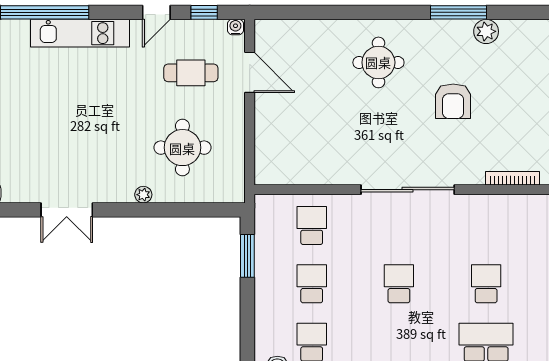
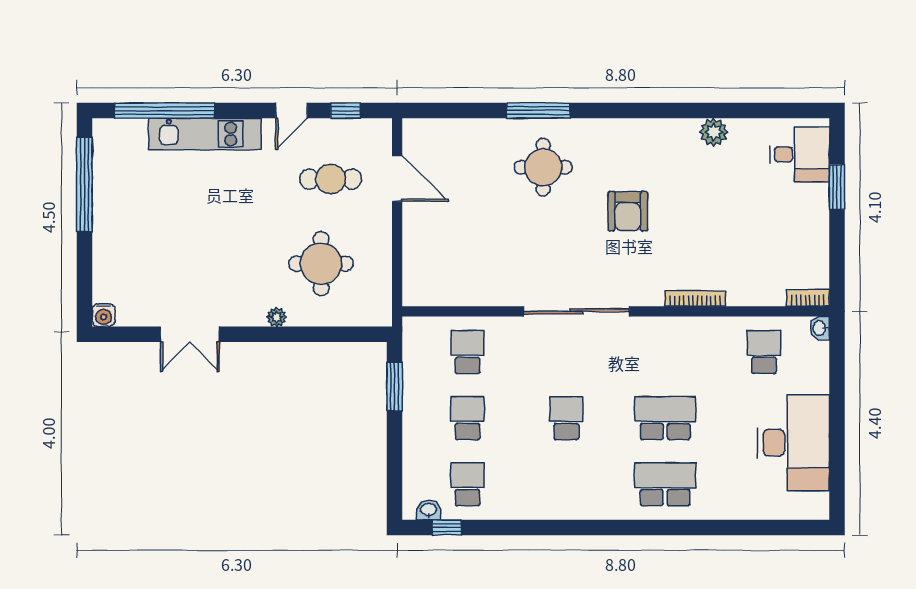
window: (459, 12) -> (538, 111), moved
water cooler: (235, 27) -> (381, 127), removed
plant: (486, 31) -> (714, 132), moved
school desk: (486, 284) -> (665, 418), width x1.85

